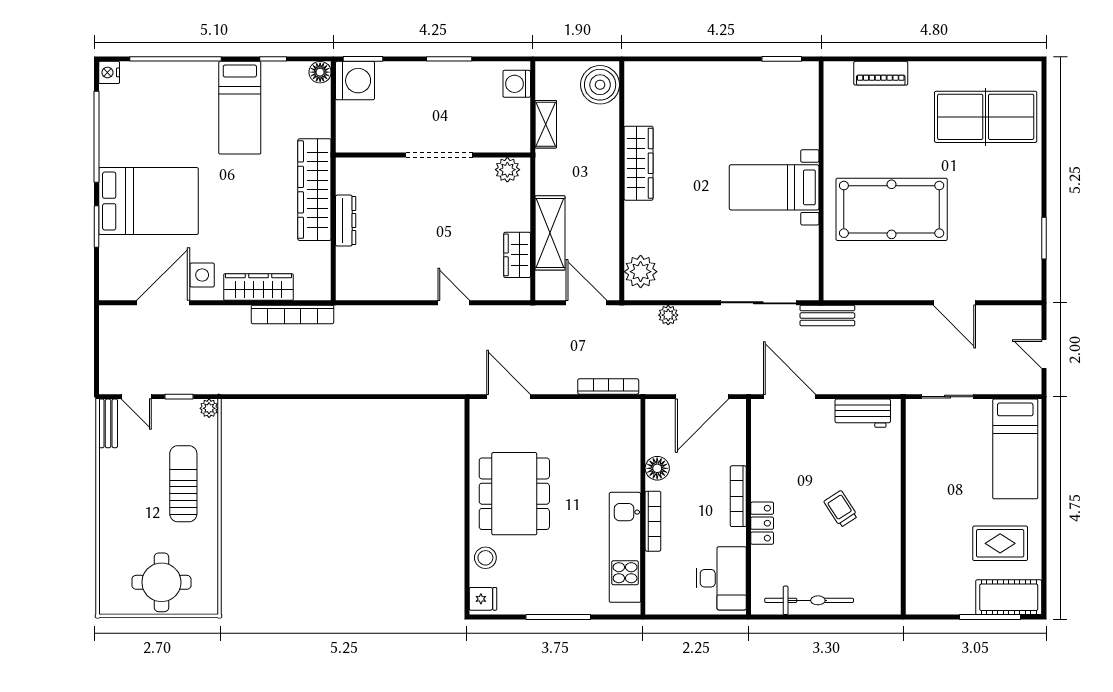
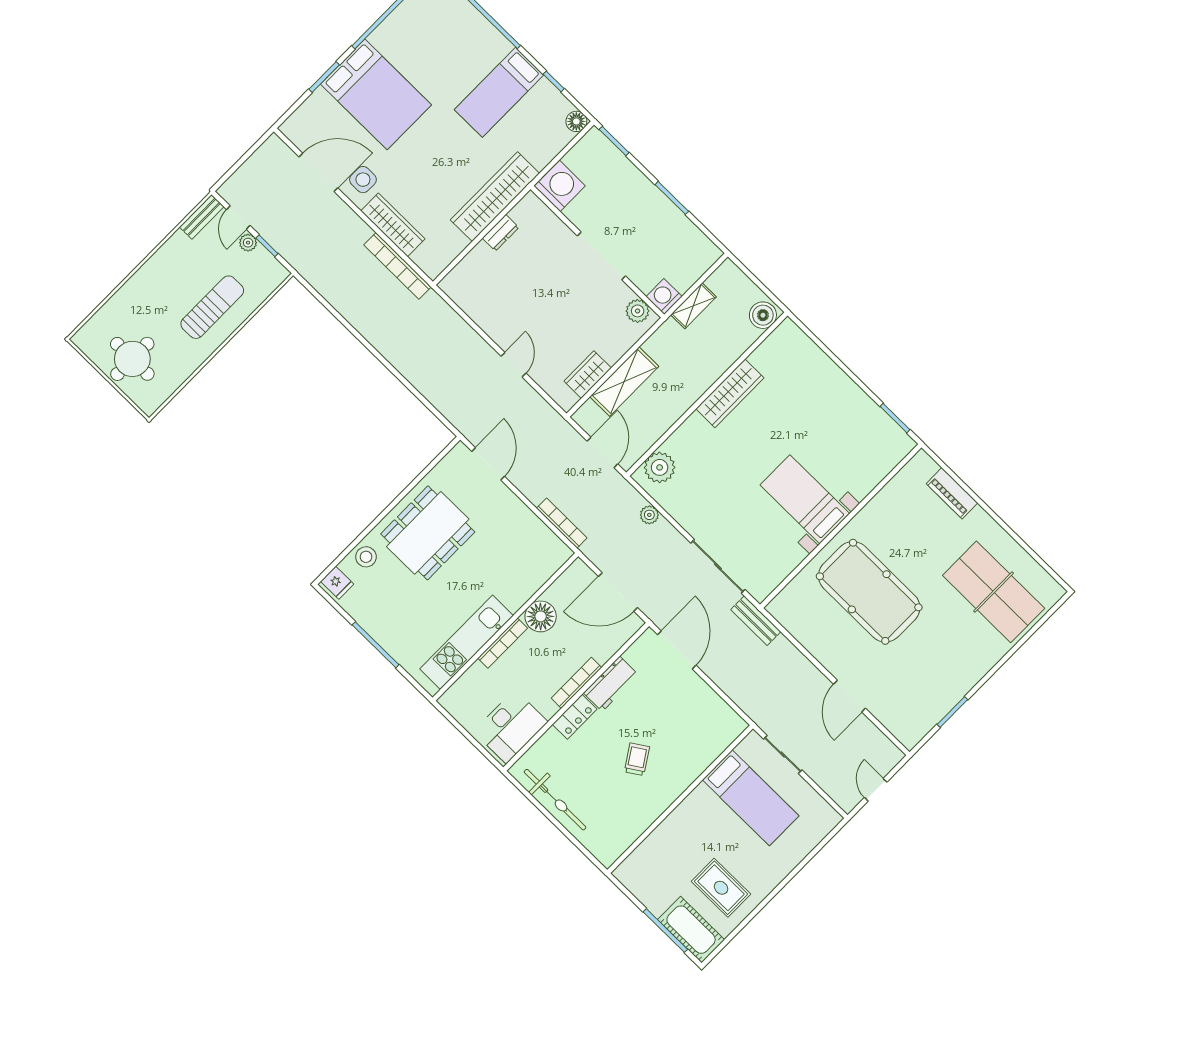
washing machine: (355, 81) -> (560, 186), moved, turned -90
washing machine: (517, 84) -> (664, 297), moved
boiler: (600, 85) -> (763, 315), width x0.73, depth x0.73
dresser: (346, 221) -> (501, 233), width x0.70
plant: (209, 408) -> (248, 243), moved
workbench: (863, 413) -> (611, 684), moved, turned -90
bed: (1015, 449) -> (751, 798), moved, turned -90
floor lamp: (657, 468) -> (541, 616), width x1.38, depth x1.38

